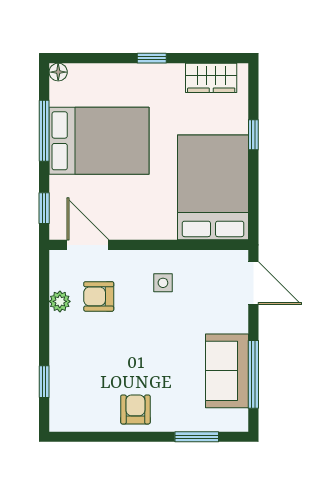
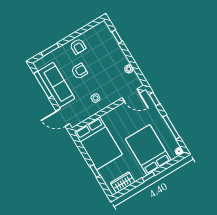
bed: (99, 141) -> (148, 150), moved, turned 90
armchair: (99, 296) -> (79, 71), moved
sofa: (227, 371) -> (56, 85), width x1.36

